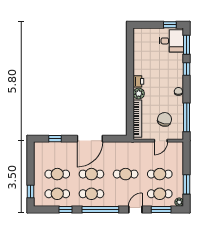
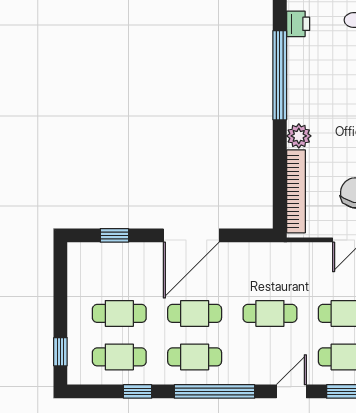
window: (130, 66) -> (280, 75), added
printer: (138, 81) -> (298, 24), moved

